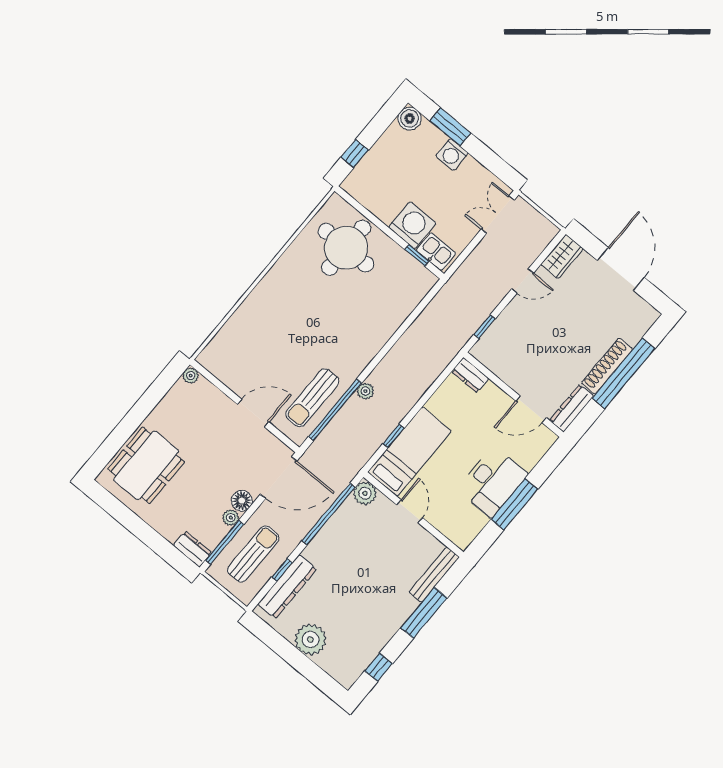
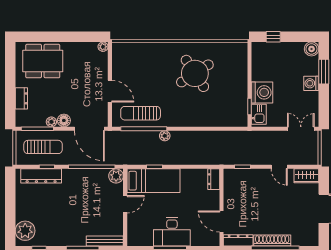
round table: (346, 248) -> (195, 73), moved, turned -33
dresser: (193, 549) -> (21, 98), moved
plant: (310, 639) -> (25, 231), moved

